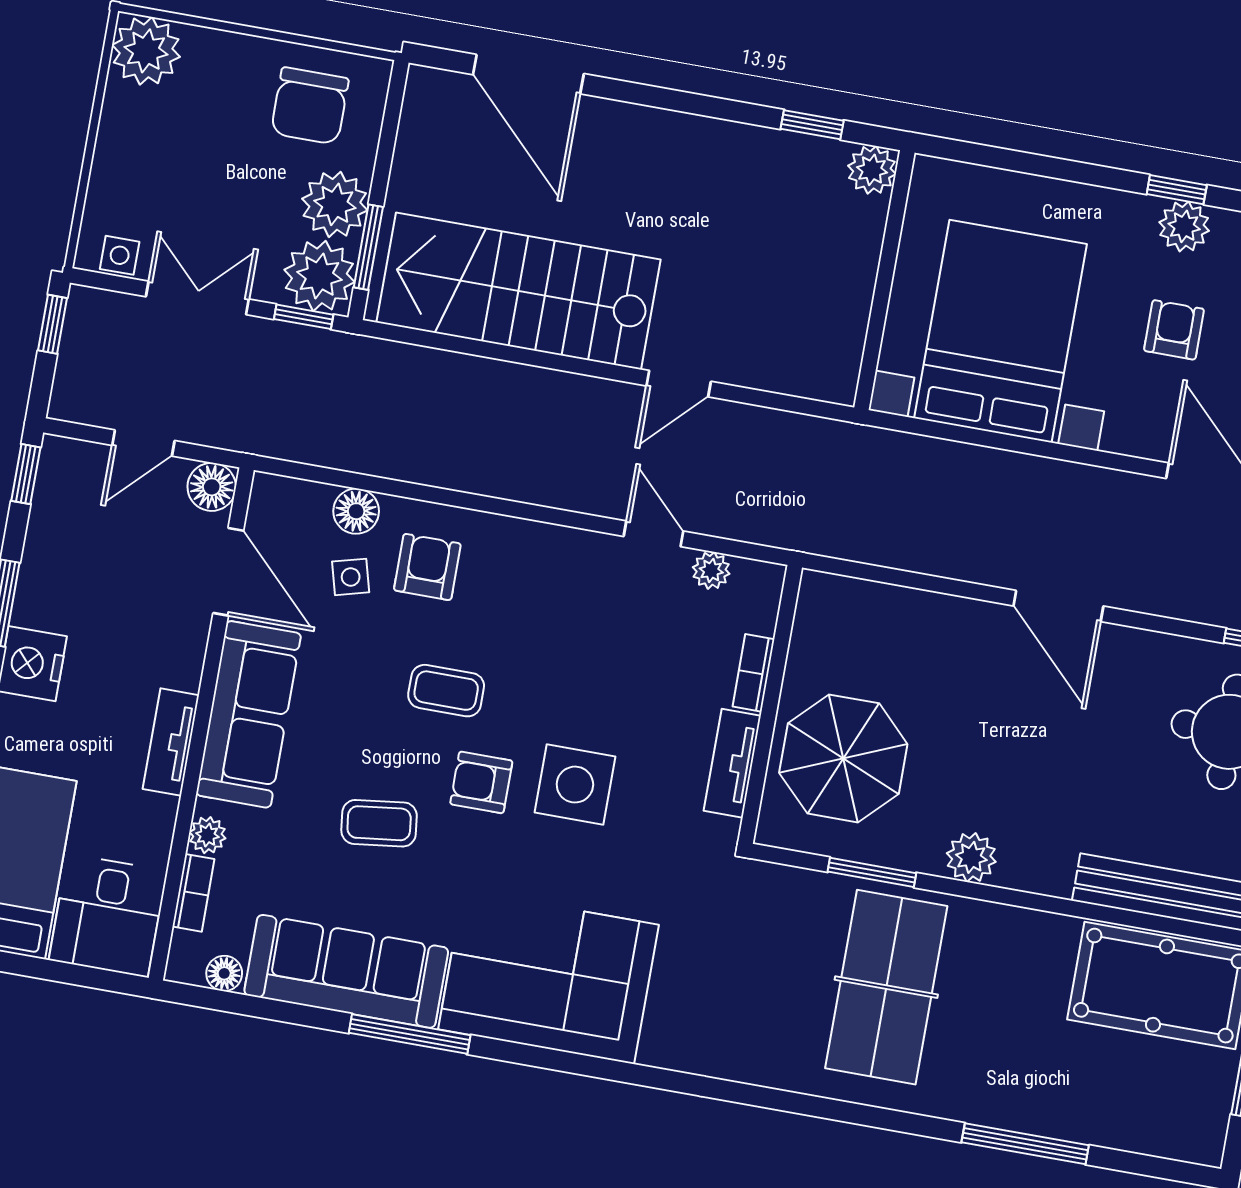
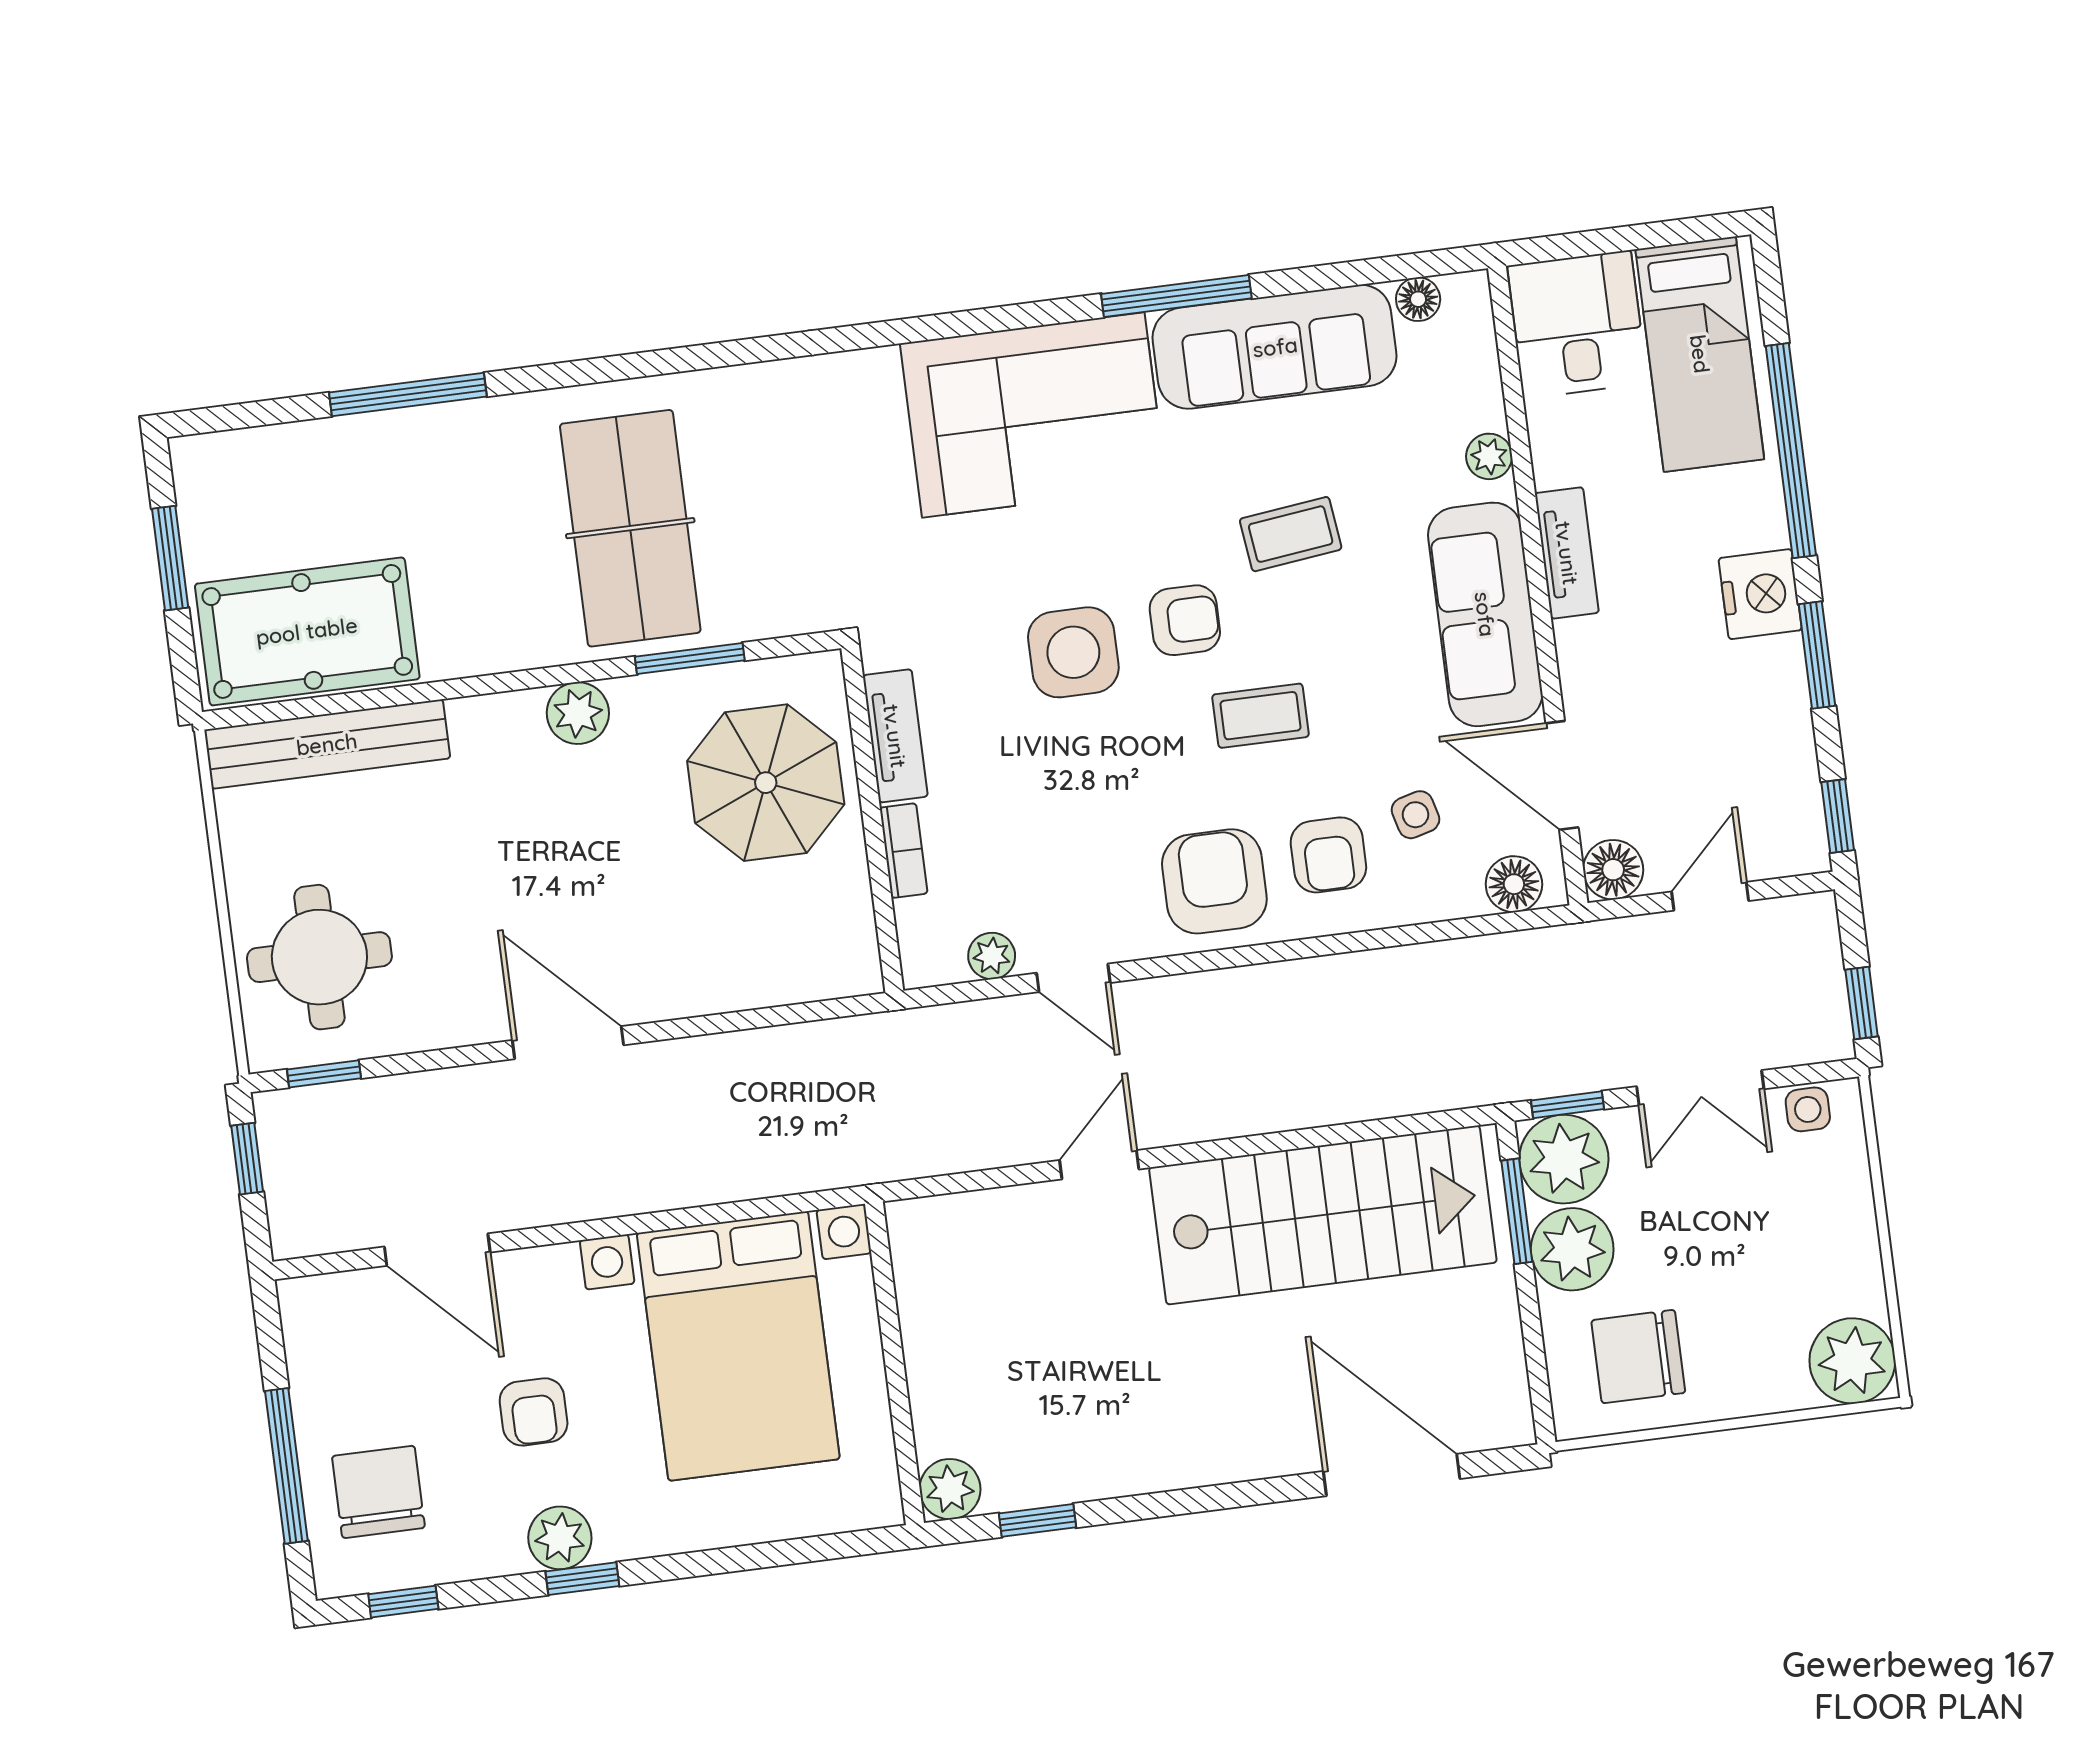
chair: (310, 106) -> (1638, 1357), turned -90
floor lamp: (356, 511) -> (1514, 884), moved
armchair: (522, 574) -> (1214, 881), added
bookcase: (193, 893) -> (1484, 383), removed

